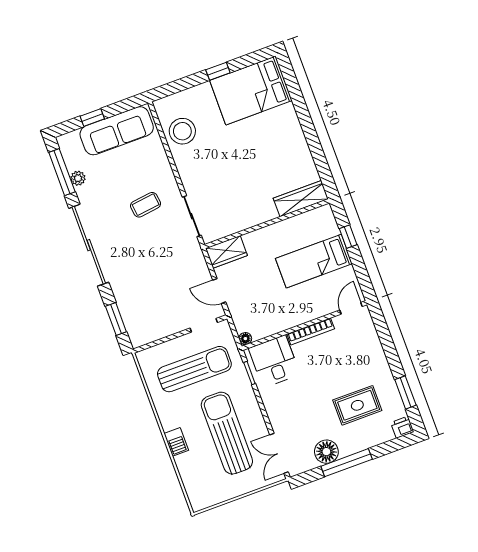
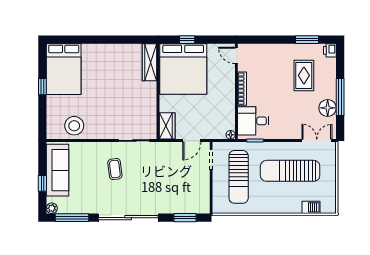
plant: (78, 178) -> (52, 208), moved
bed: (314, 261) -> (183, 69), width x2.04
sun lounger: (194, 369) -> (239, 177), turned 180
barbecue: (176, 442) -> (311, 207), moved
double door: (279, 453) -> (317, 141), swing flipped

